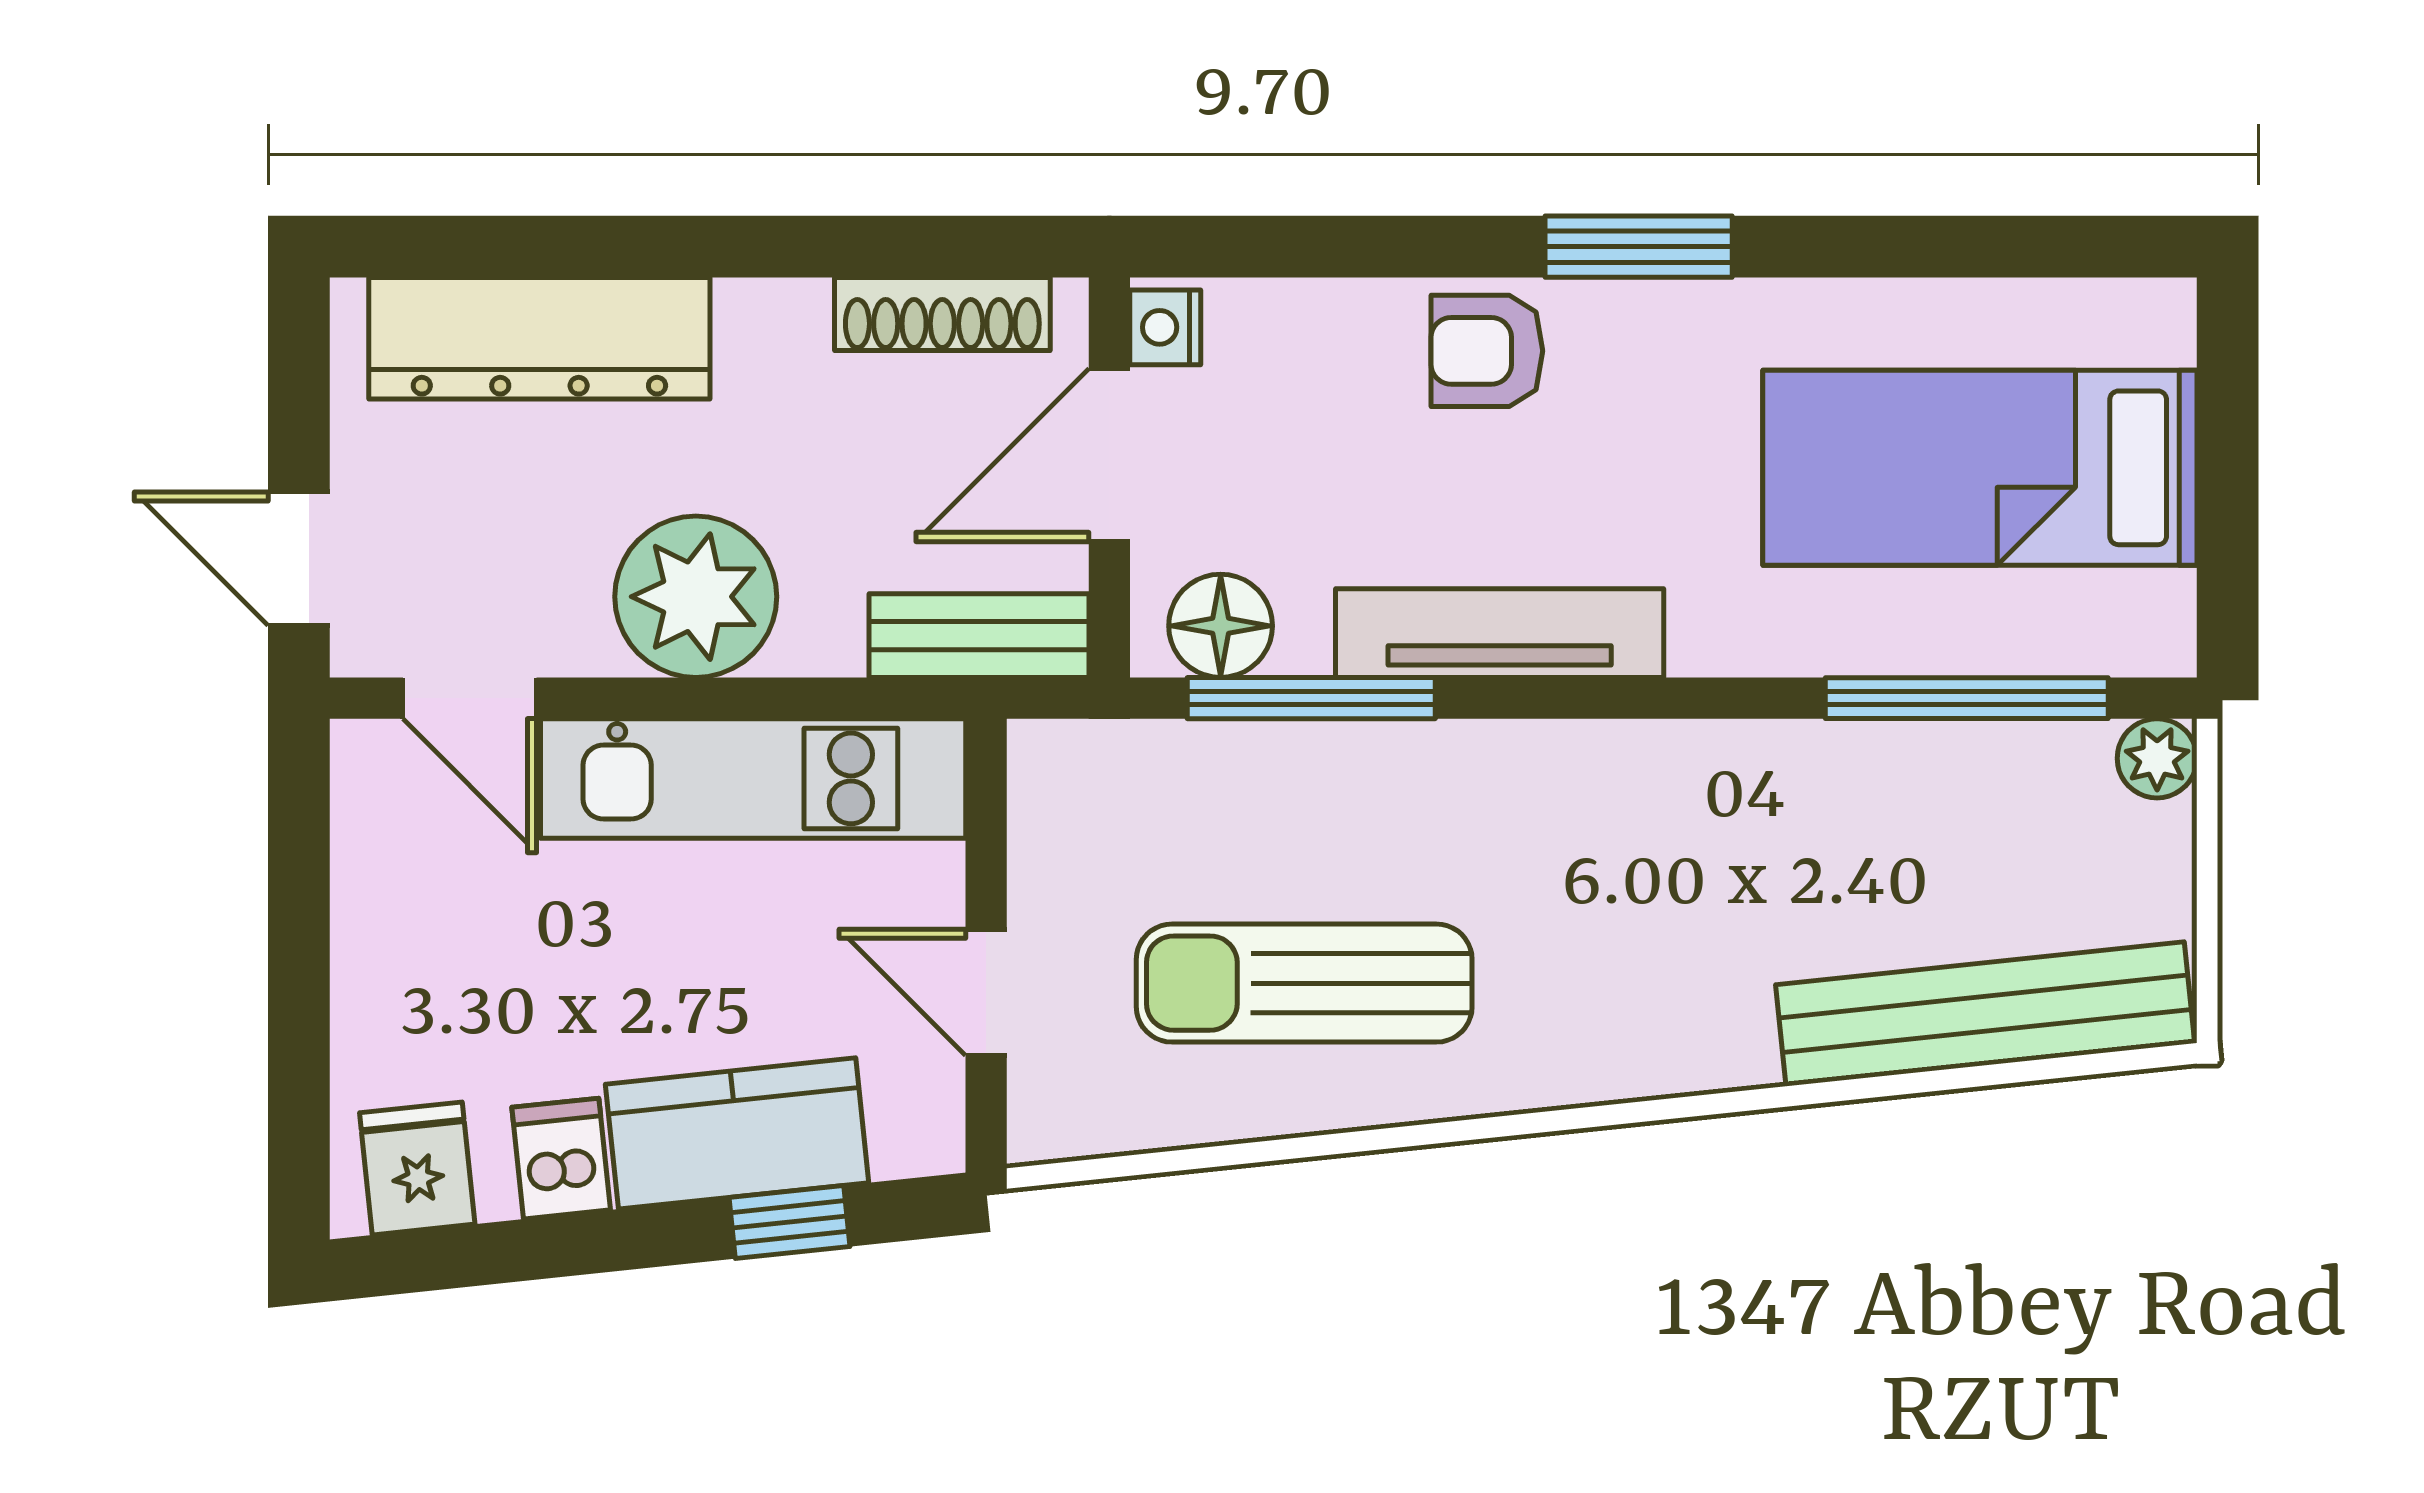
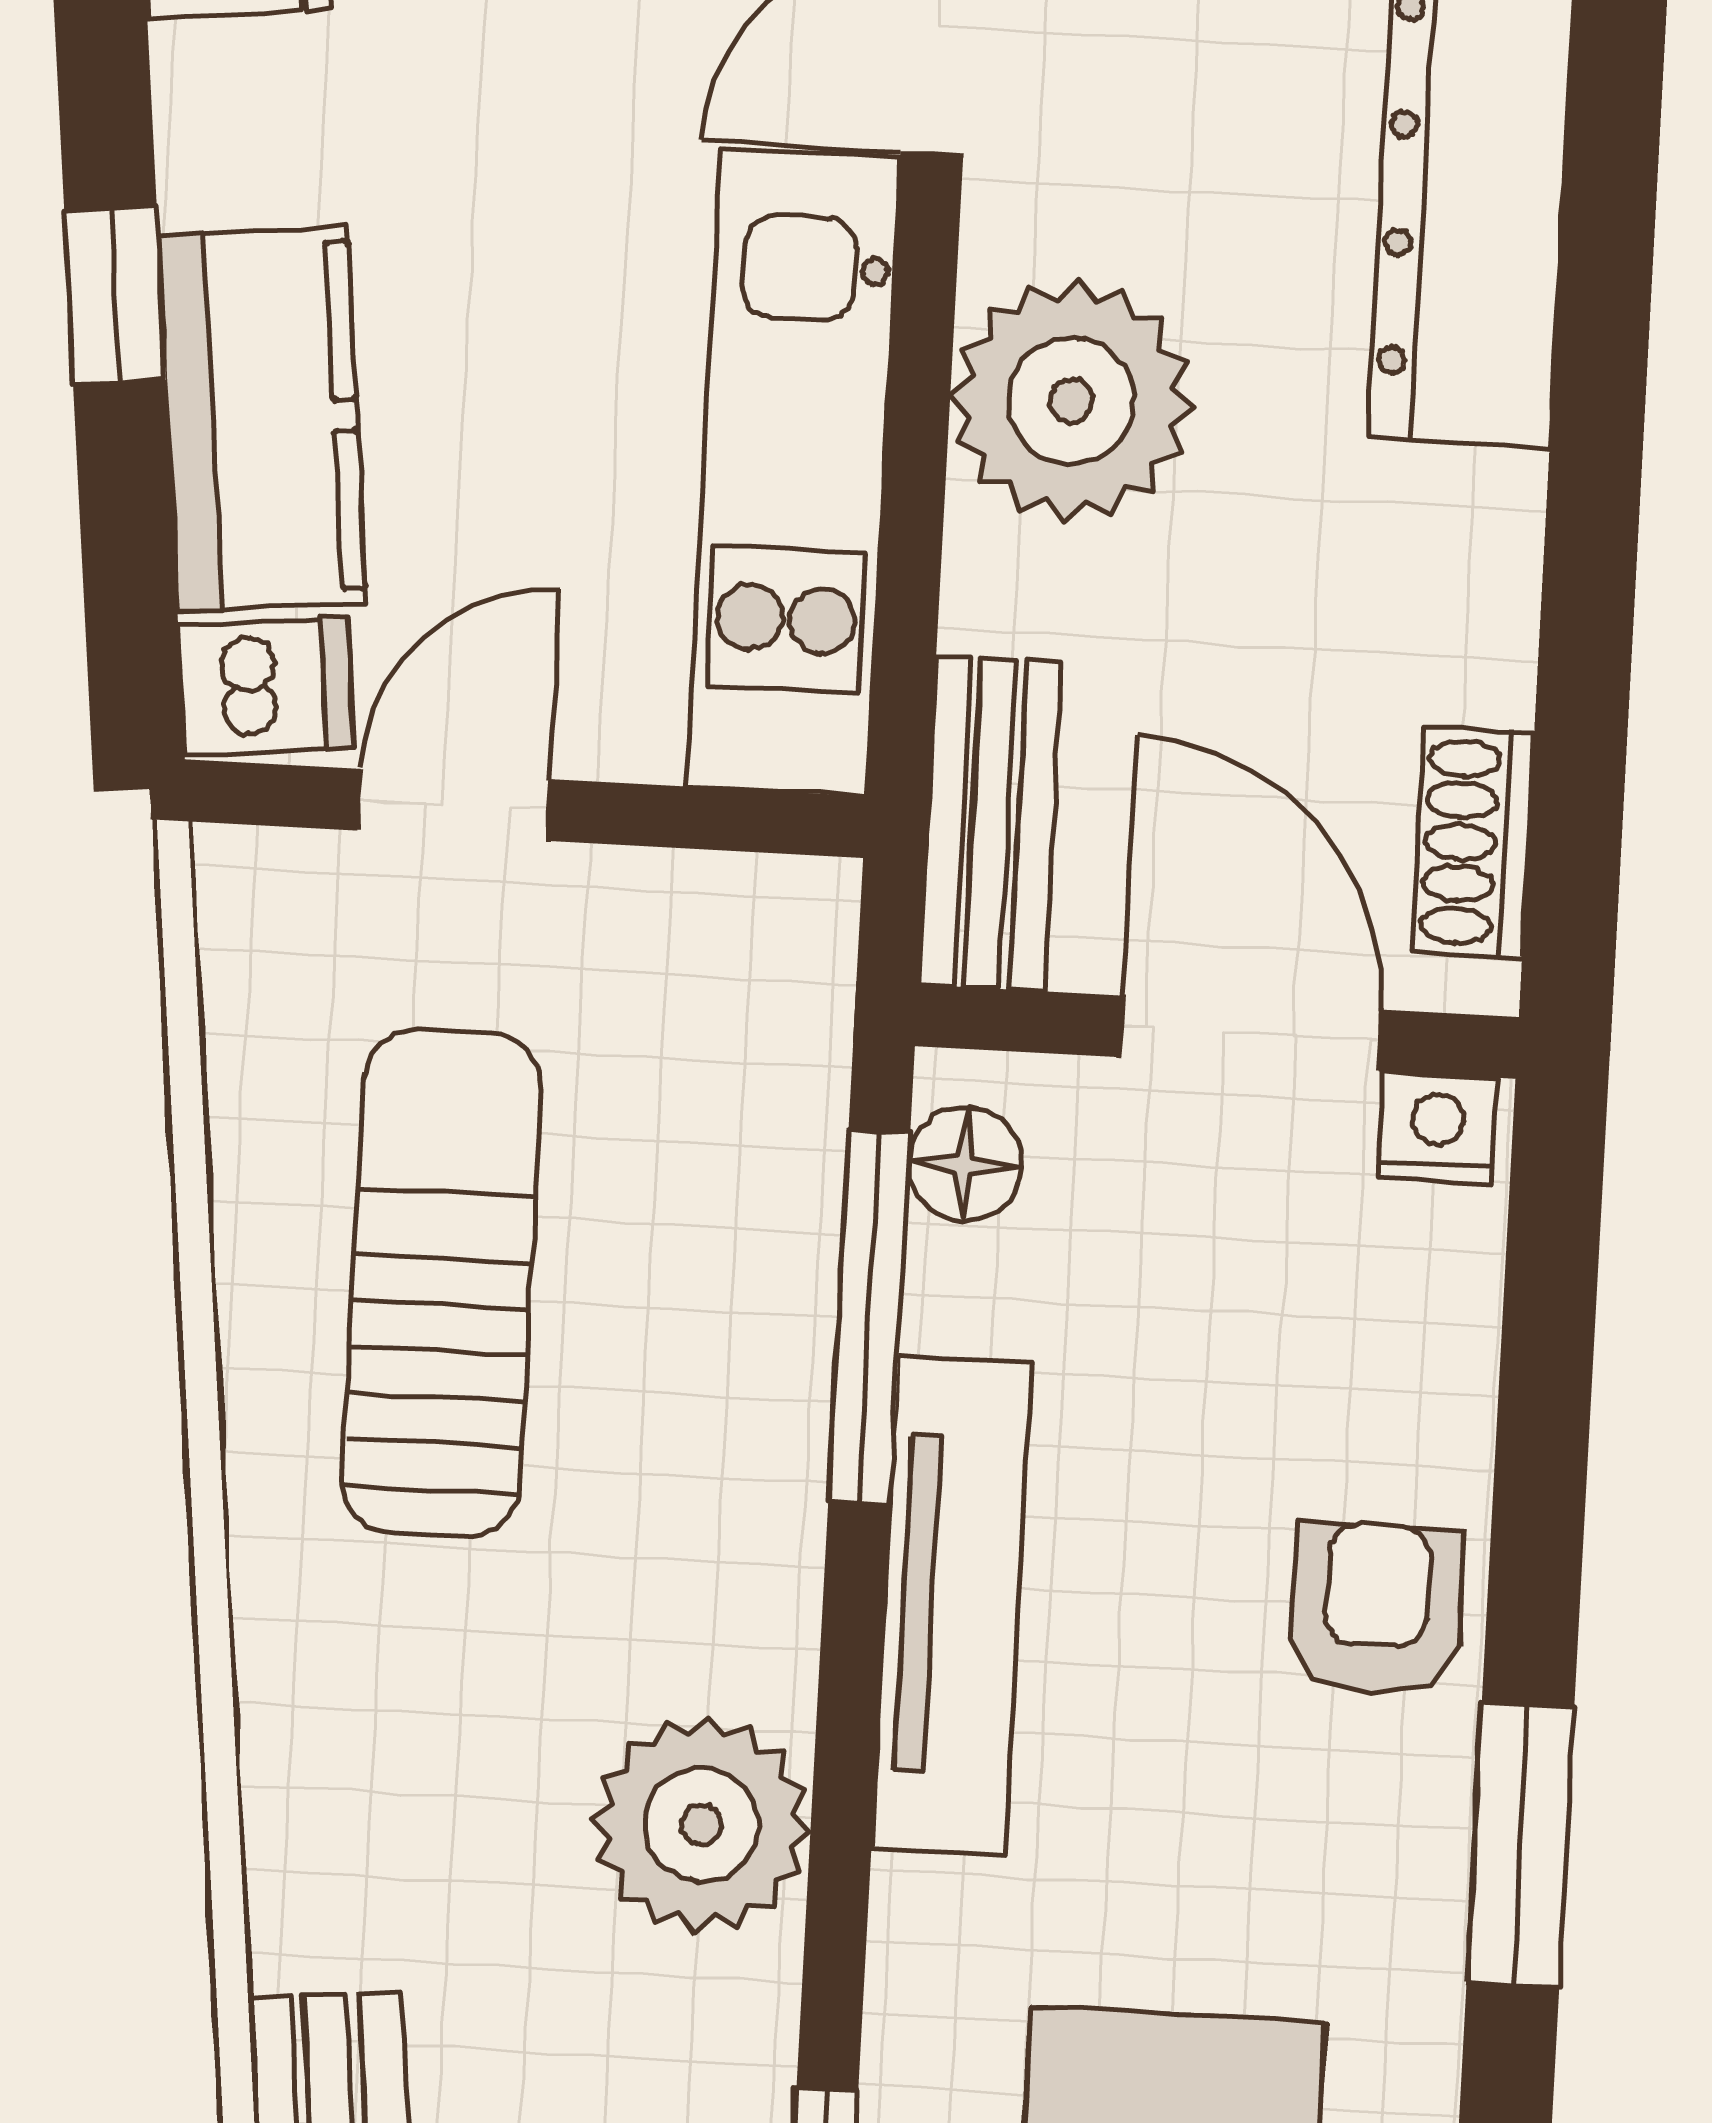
shoe rack: (942, 314) -> (1473, 843), width x0.70
floor lamp: (1221, 626) -> (965, 1164), width x0.73, depth x0.73
plant: (1655, 791) -> (701, 1825), added
dishwasher: (561, 1159) -> (266, 687), moved
window: (790, 1222) -> (115, 295), moved

